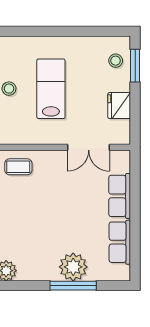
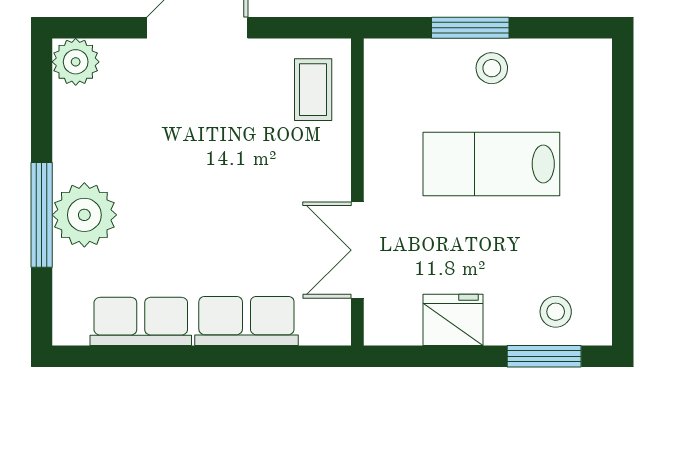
lab bench: (51, 89) -> (491, 164), turned 180

